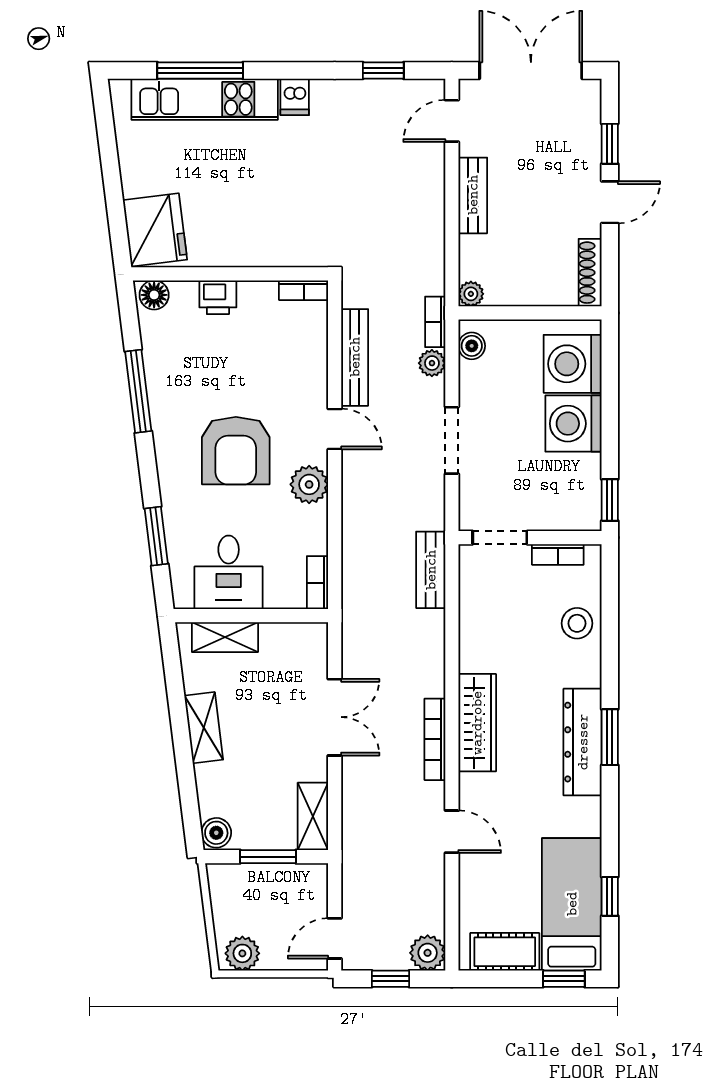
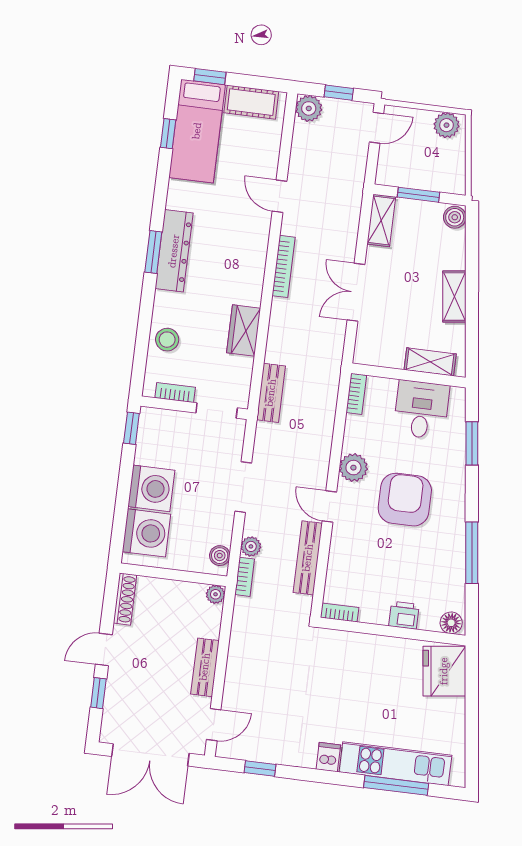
wardrobe: (477, 723) -> (244, 330), moved, width x0.67

